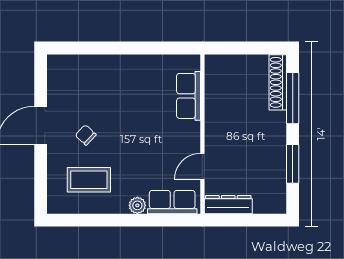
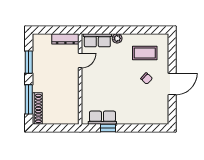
window: (153, 48) -> (108, 128), added
row of seats: (188, 96) -> (102, 118), moved, turned -90

